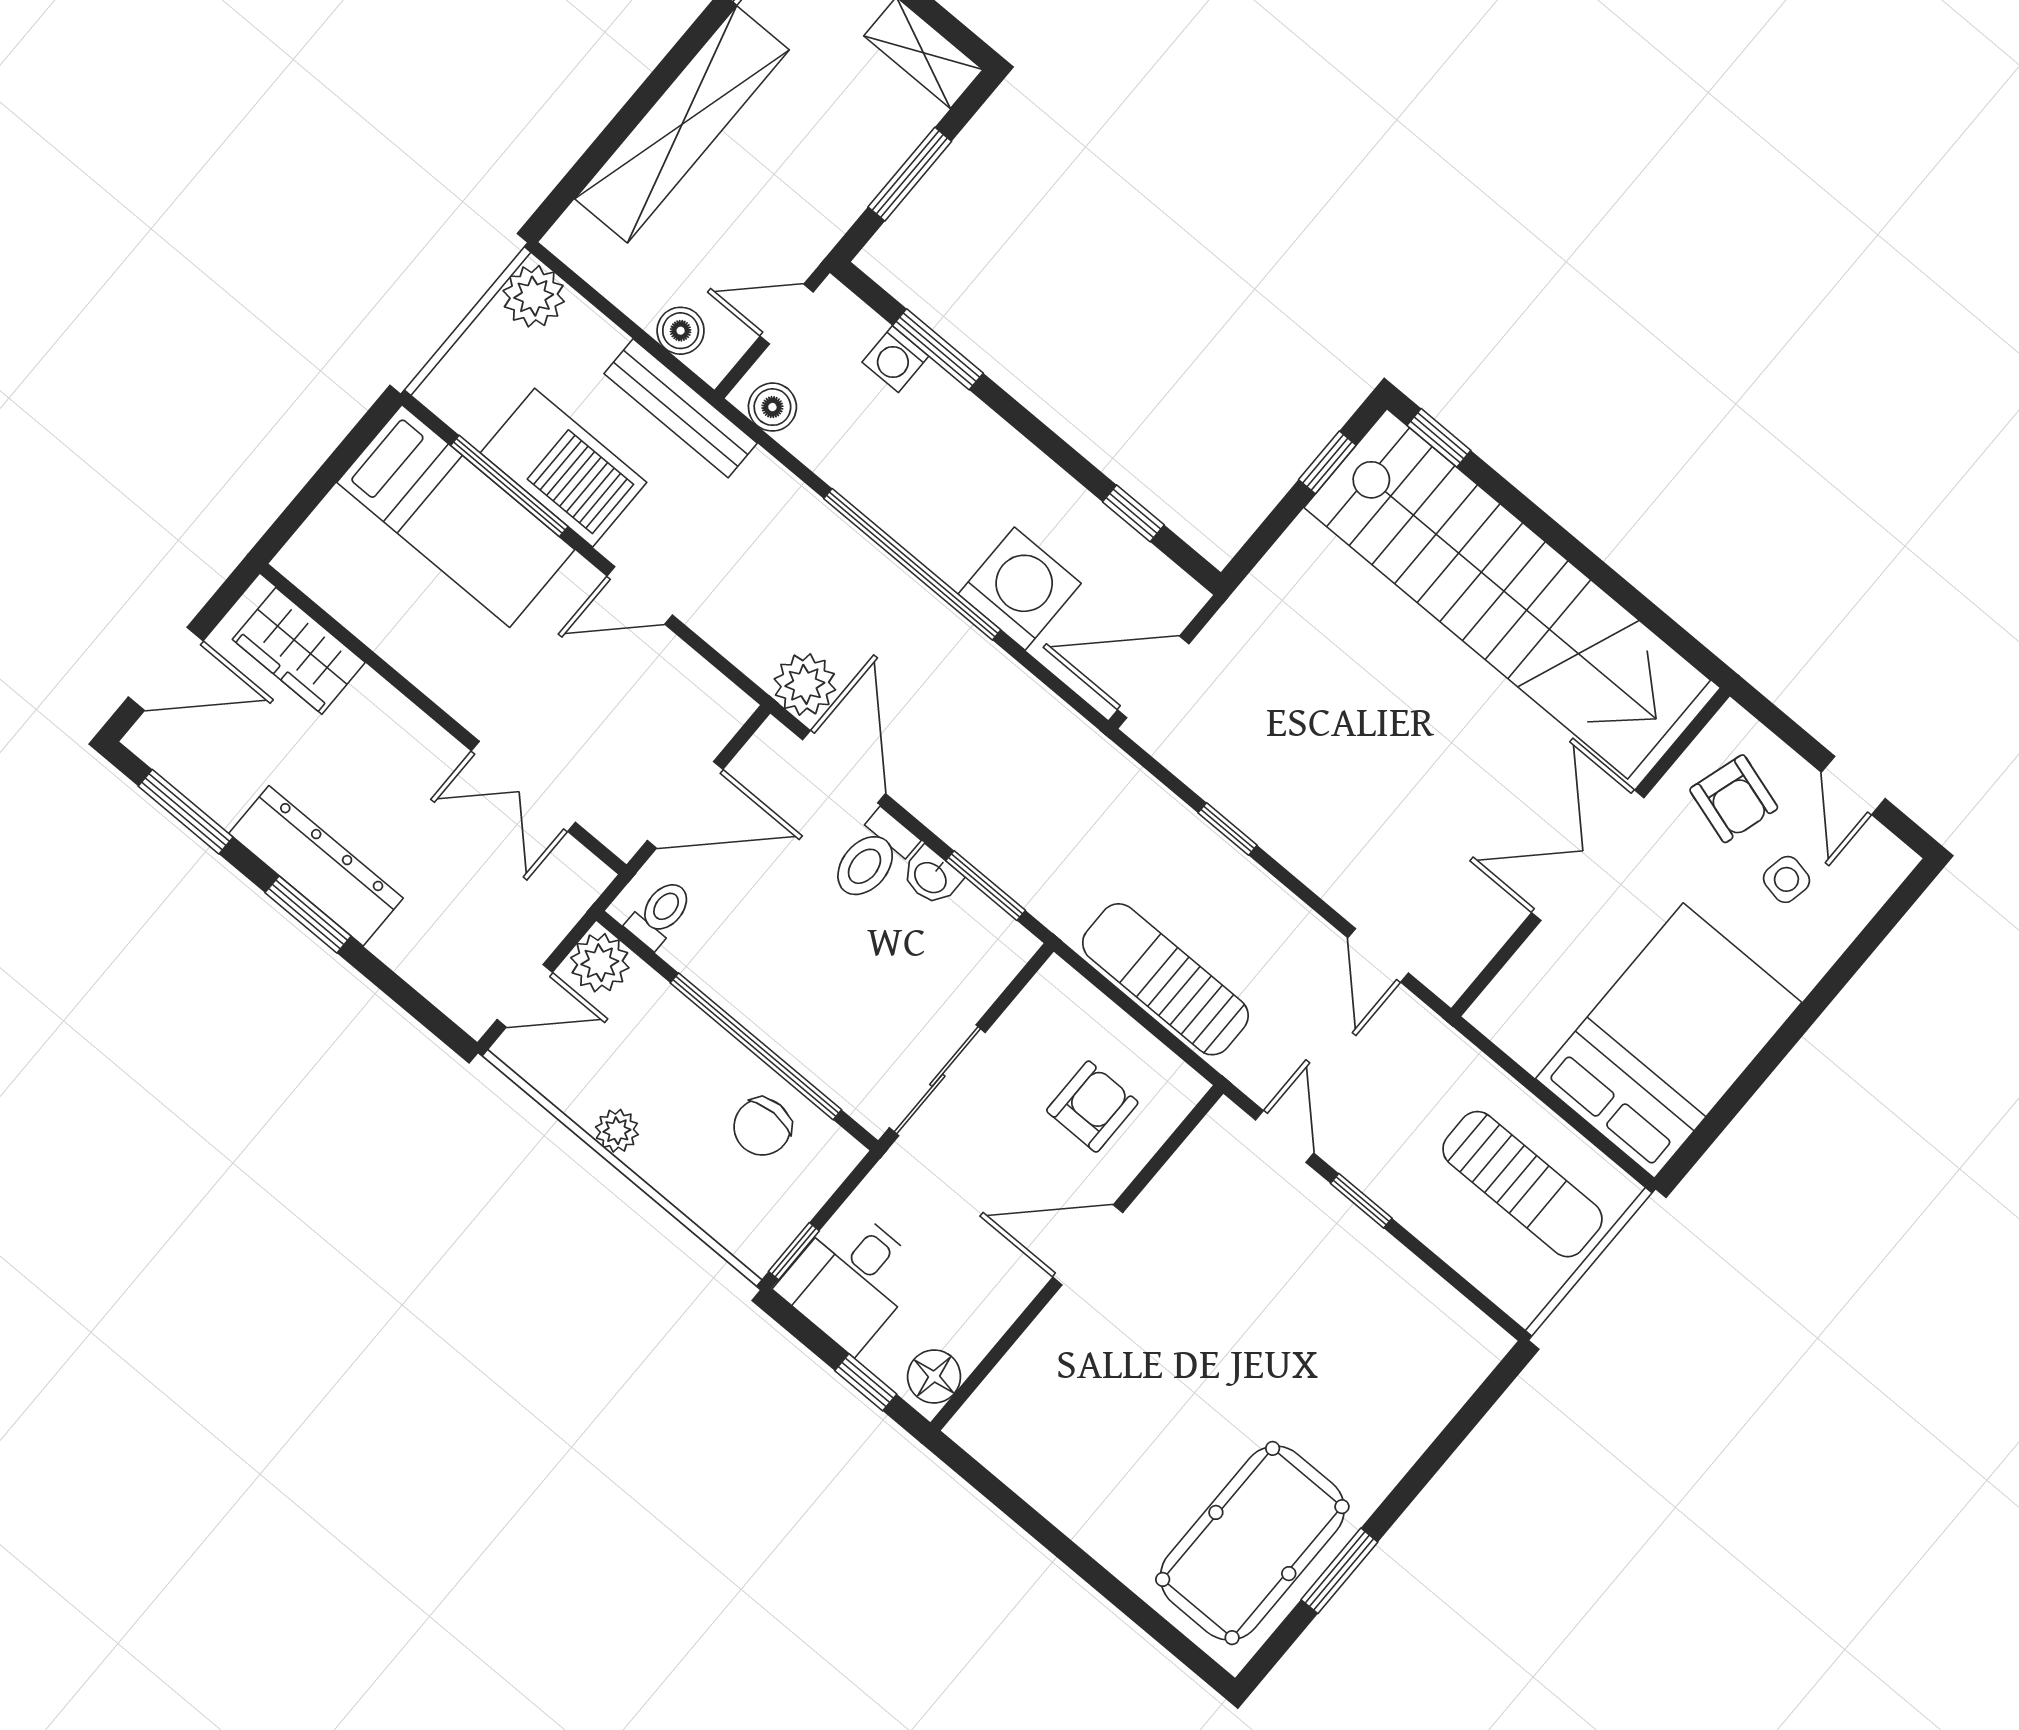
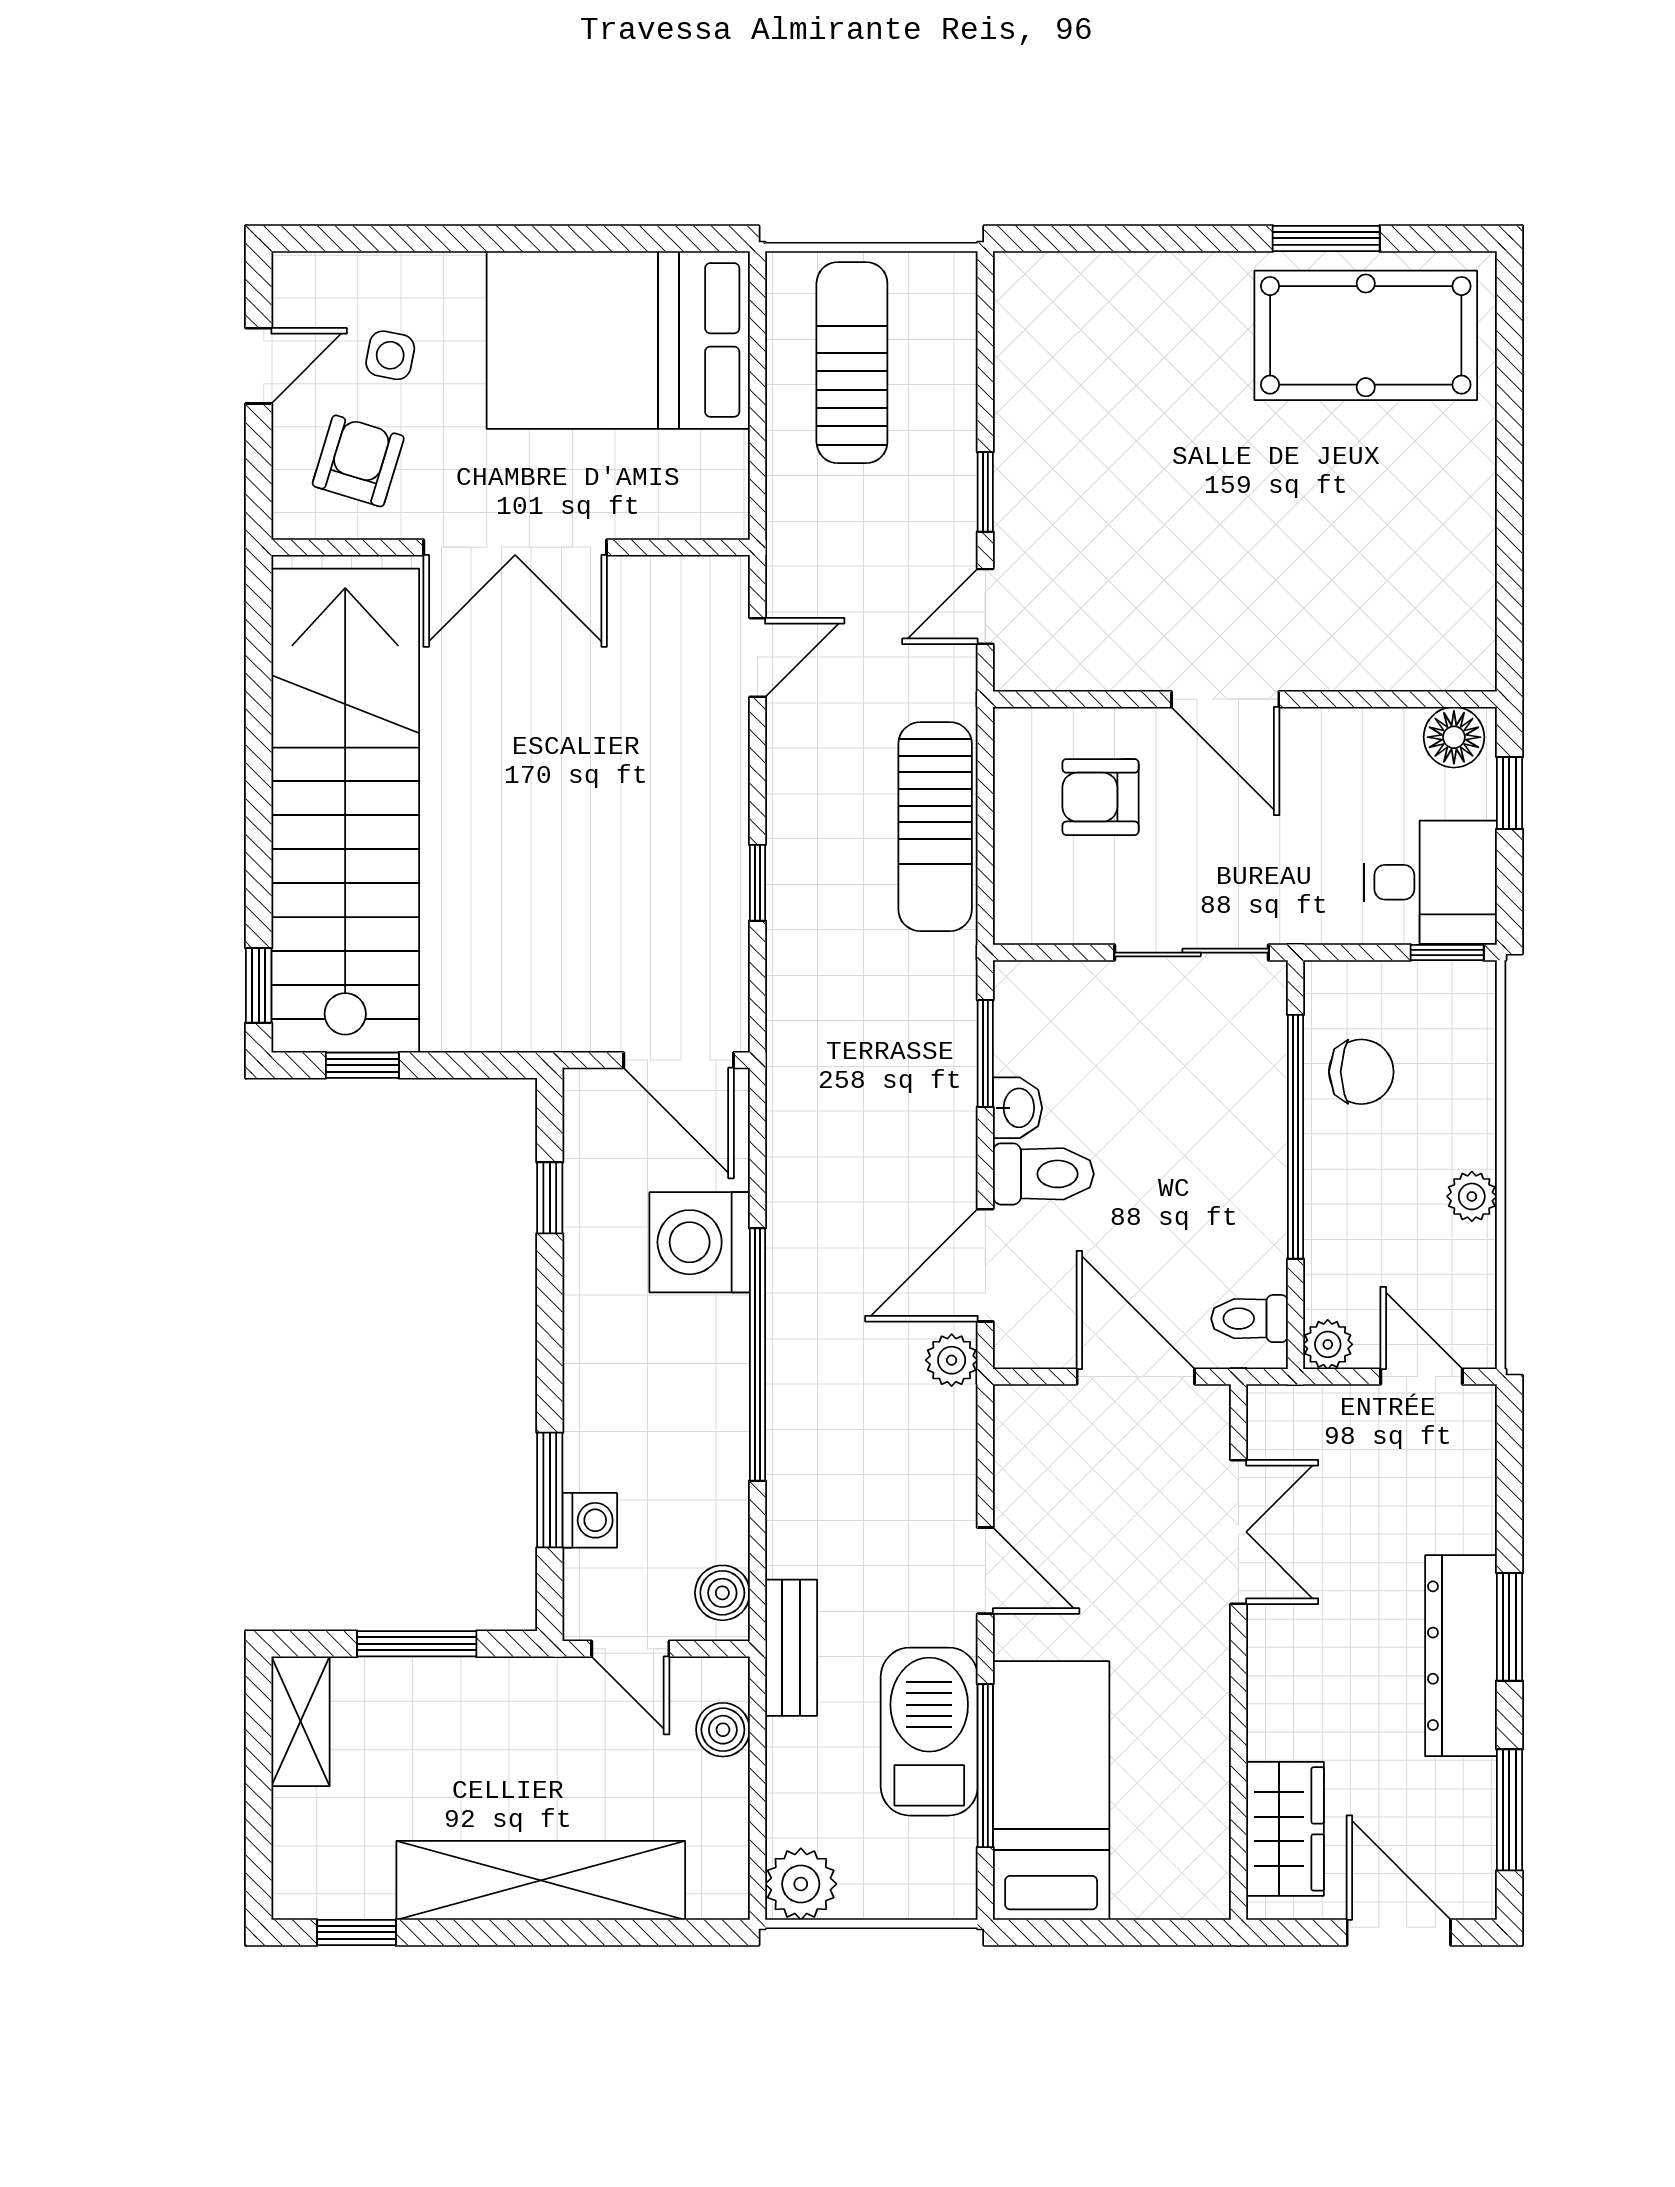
bench: (681, 408) -> (791, 1648), width x0.73
plant: (805, 684) -> (952, 1360), width x0.73, depth x0.73
plant: (600, 963) -> (1328, 1344), width x0.73, depth x0.73

